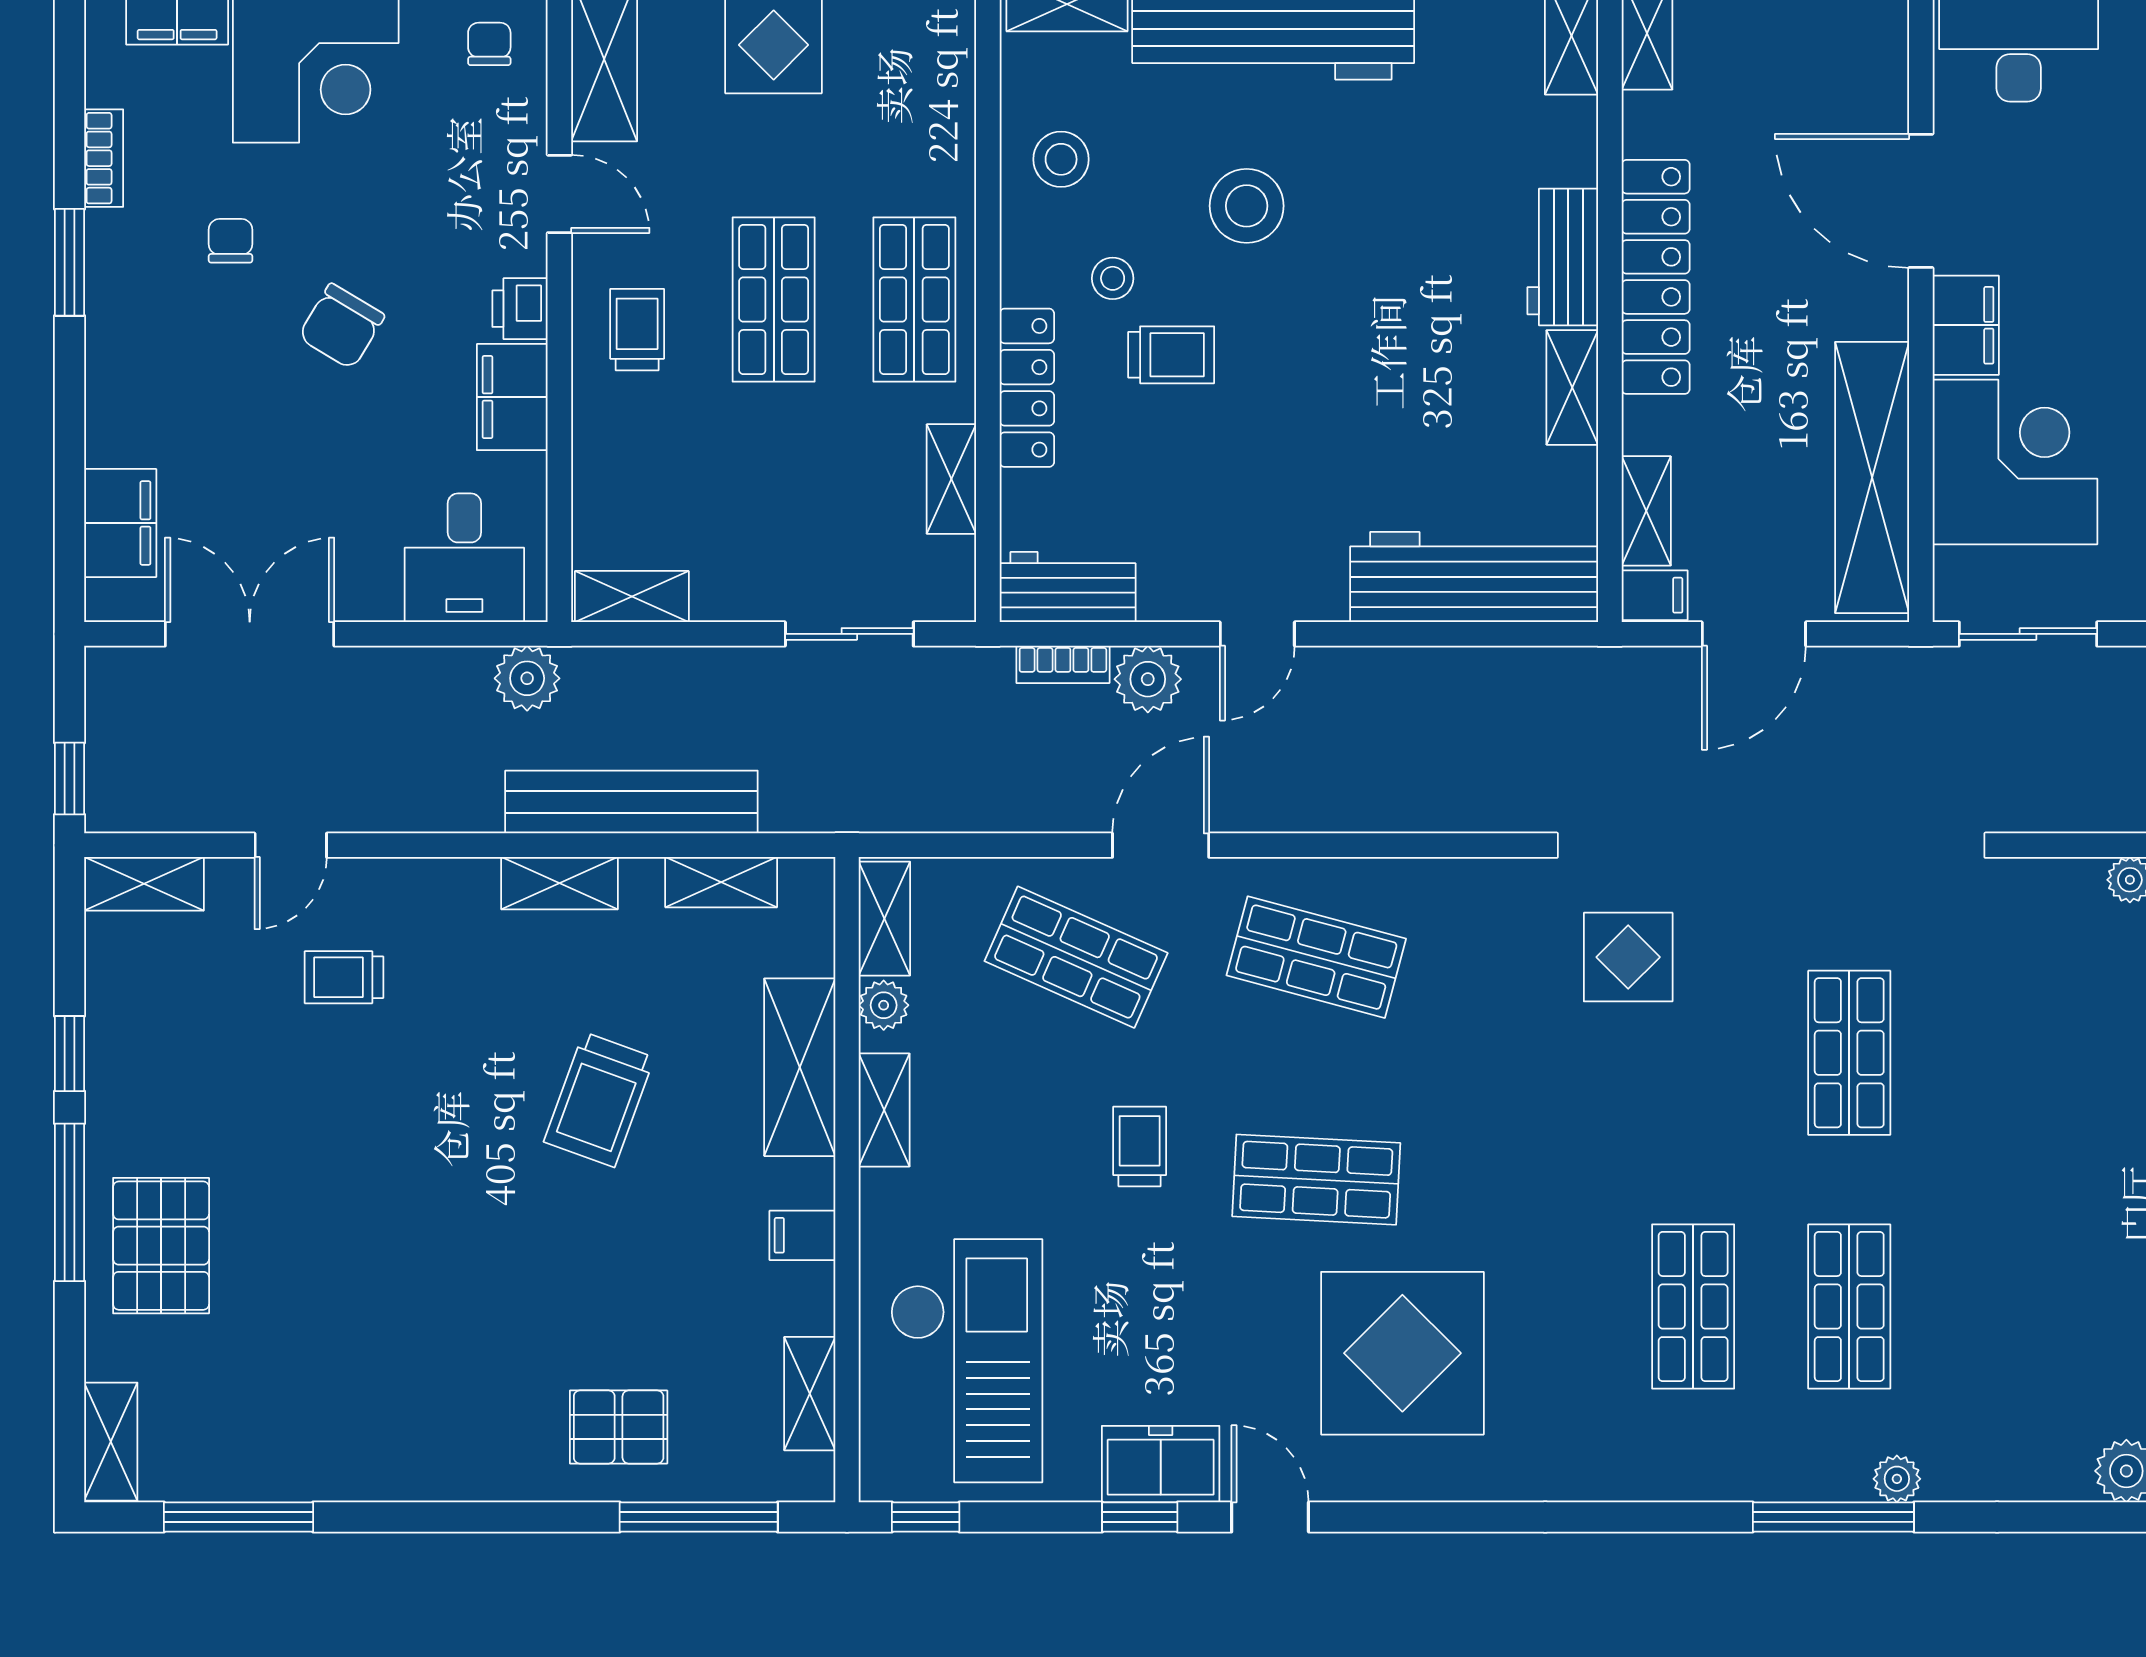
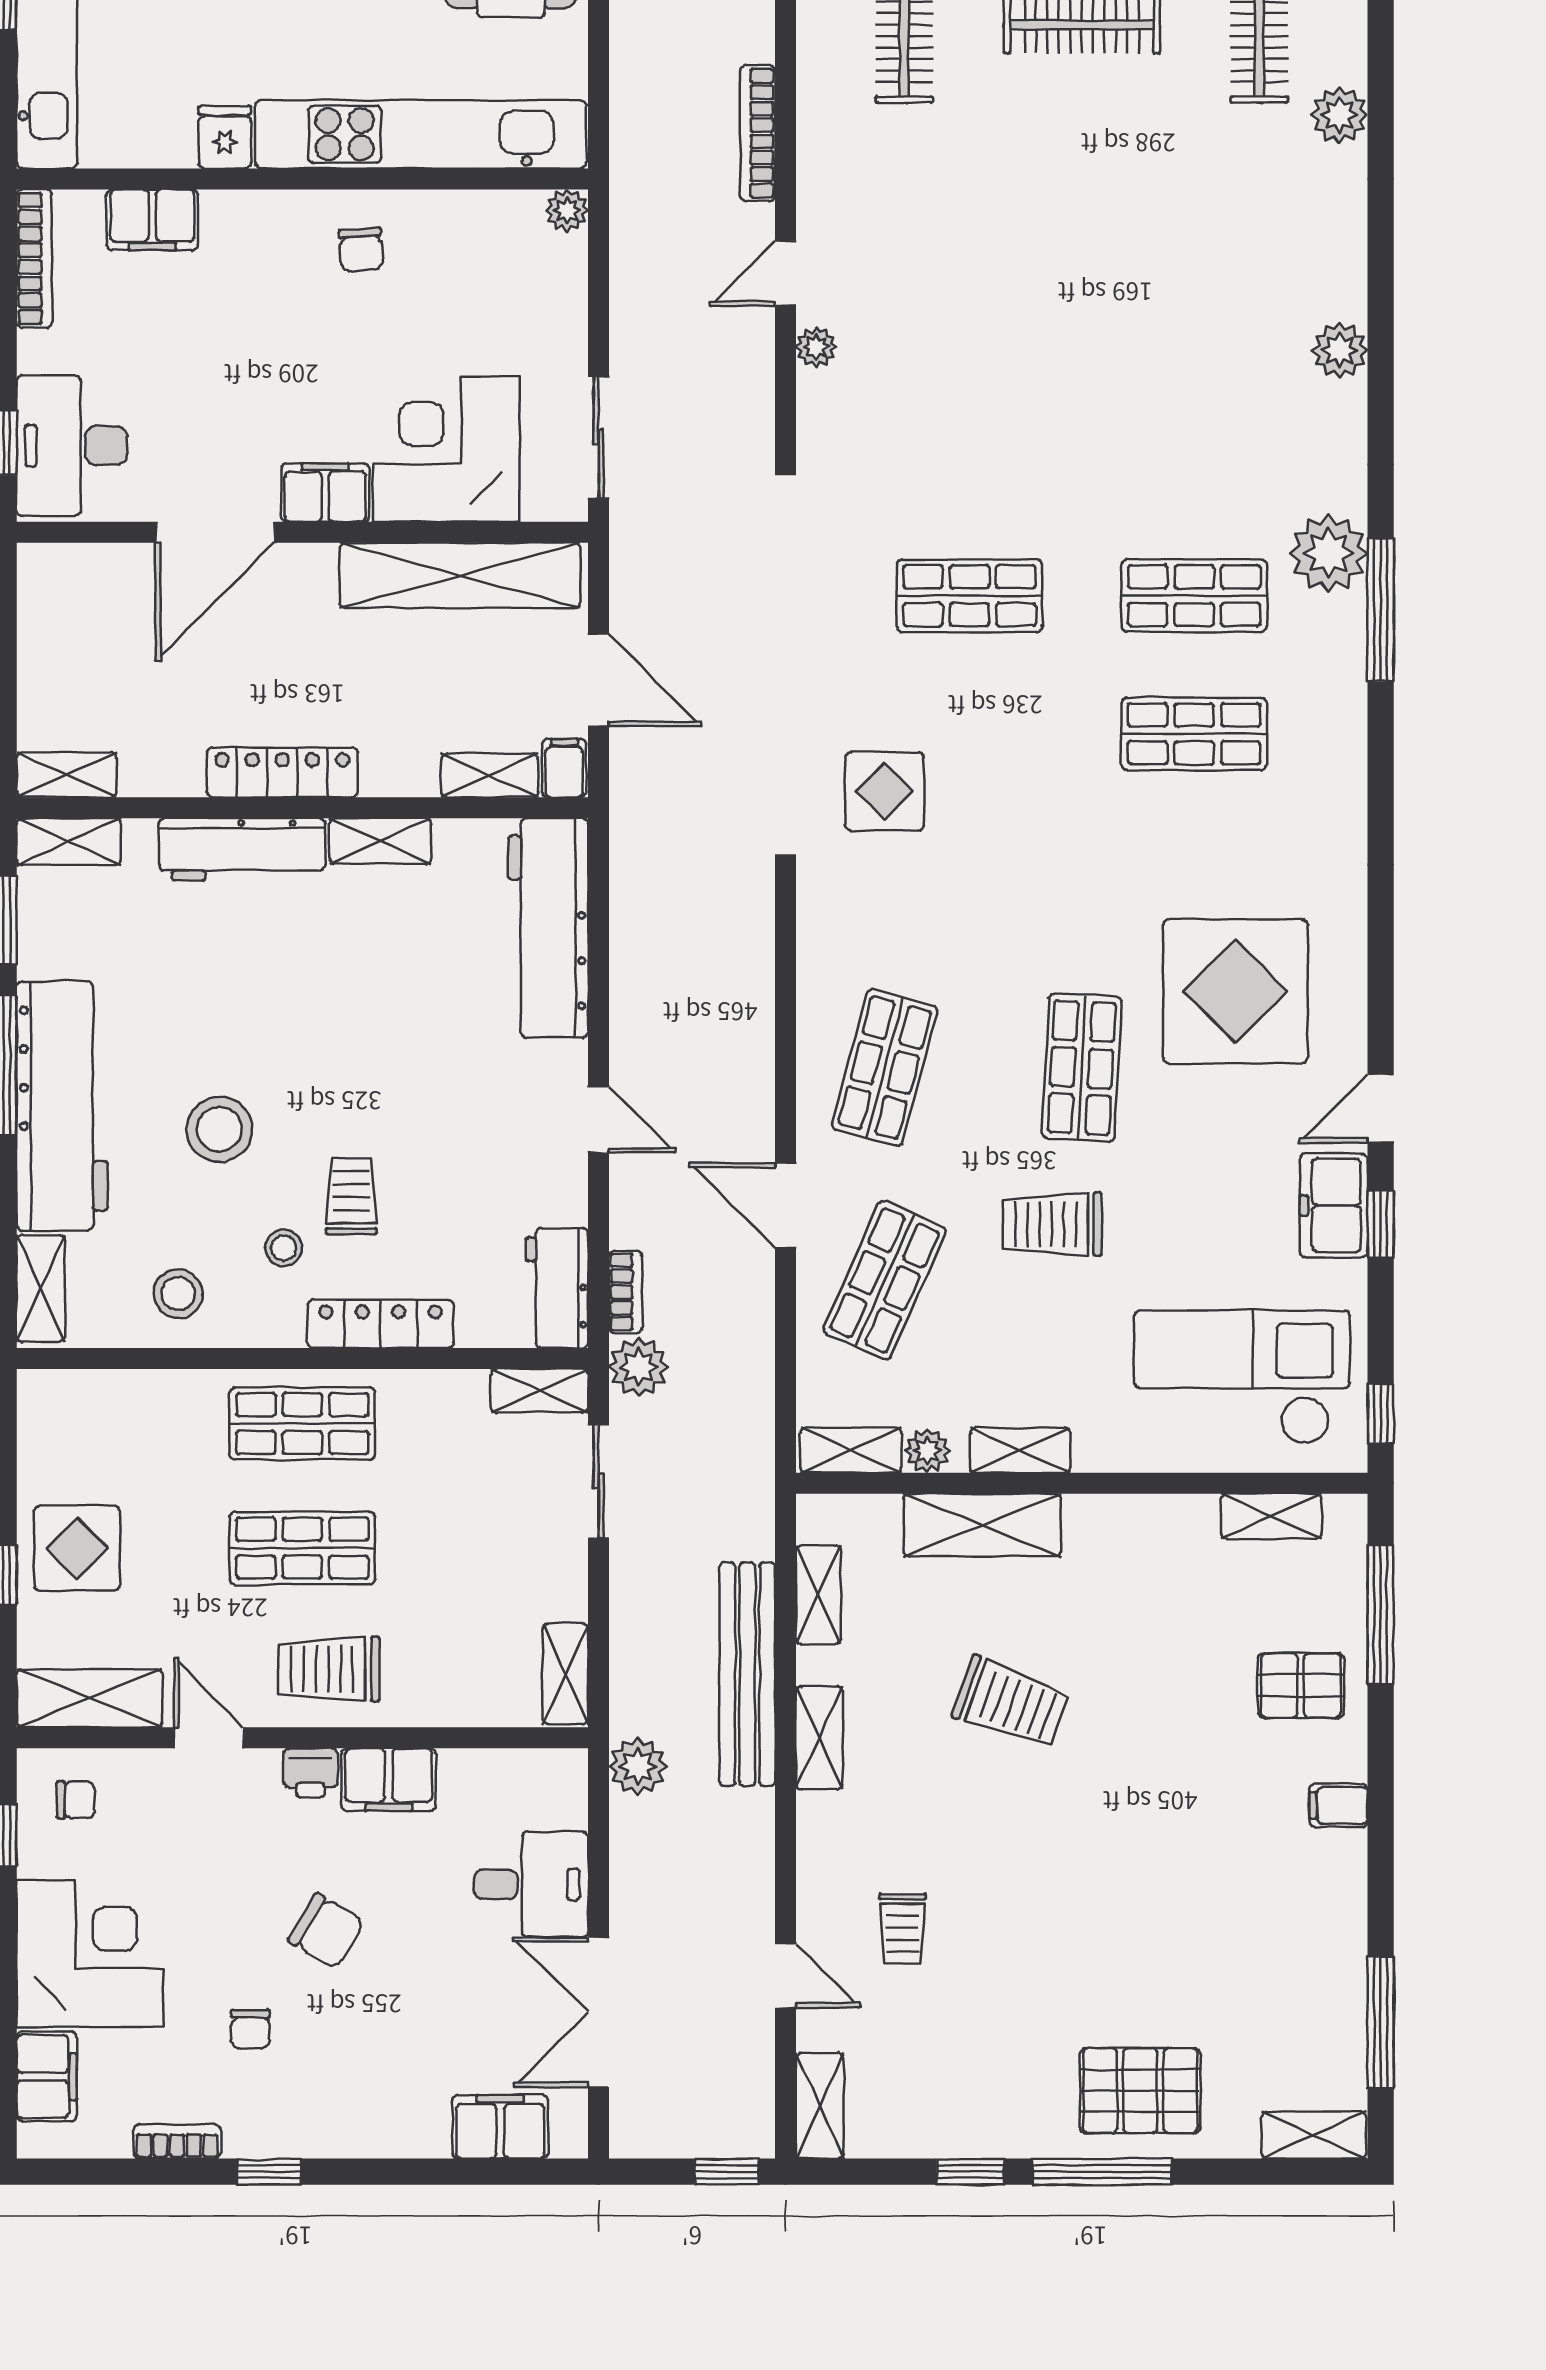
chair: (489, 44) -> (76, 1800), turned 180
door: (559, 194) -> (209, 1738), hinge flipped
chair: (231, 241) -> (250, 2029), turned -90
workbench: (1563, 257) -> (242, 849), width x1.38
window: (70, 262) -> (269, 2172), width x0.67
locker: (1656, 277) -> (282, 772), width x0.71, depth x0.83
trolley: (637, 330) -> (329, 1669), width x1.36, depth x1.39
shelving: (951, 479) -> (540, 1391), moved
desk: (464, 558) -> (531, 1884), moved
plant: (1148, 679) -> (639, 1367), moved
trolley: (1140, 1146) -> (1052, 1224), width x1.36, depth x1.39
filing cabinet: (802, 1235) -> (1338, 1805), moved, turned 90
pallet: (619, 1427) -> (1301, 1685), turned 90
plant: (1897, 1479) -> (1329, 553), width x1.87, depth x1.87

